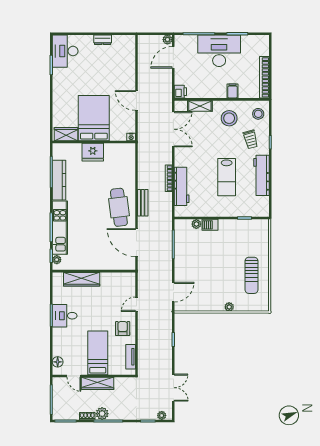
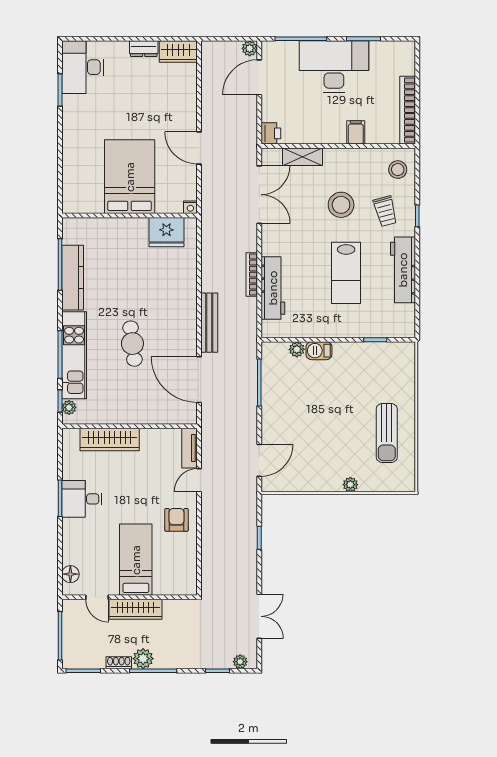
stool: (229, 118) -> (341, 205), moved
wardrobe: (66, 134) -> (178, 52), moved, turned 180
fridge: (93, 152) -> (166, 232), moved
bench: (143, 203) -> (209, 323), width x1.36
cafe table: (119, 207) -> (132, 344), moved, width x0.73, depth x0.74
tv unit: (131, 357) -> (190, 448), moved

